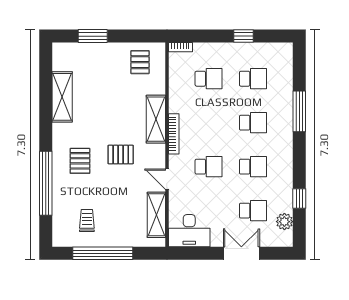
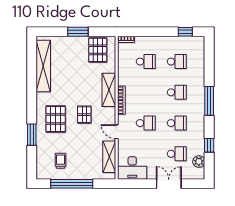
window: (93, 36) -> (78, 32), moved
window: (243, 36) -> (185, 32), moved
pallet: (140, 62) -> (98, 50), width x1.50, depth x1.42
shelving: (62, 97) -> (43, 66), width x1.47
window: (299, 111) -> (209, 101), moved
pallet: (121, 155) -> (84, 115), turned 90
pallet: (80, 161) -> (56, 119), width x1.50, depth x1.42
window: (46, 183) -> (32, 135), width x0.47

